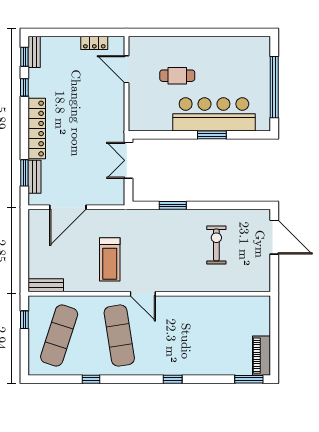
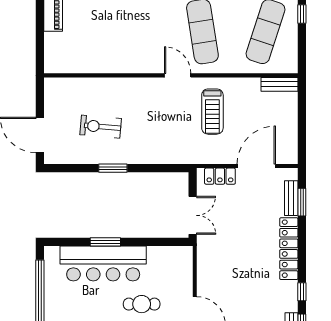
locker: (103, 198) -> (220, 176), added
window: (173, 205) -> (113, 168), moved
exercise bike: (216, 245) -> (101, 127), turned 95
treadmill: (110, 259) -> (212, 112), turned 180
window: (24, 320) -> (302, 14), moved

